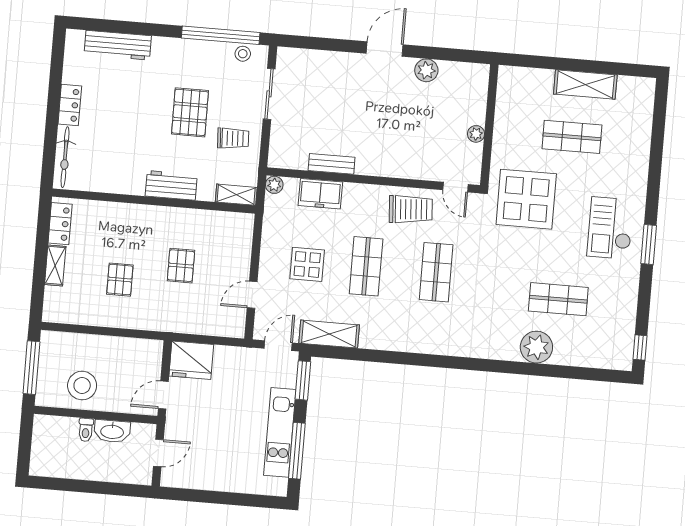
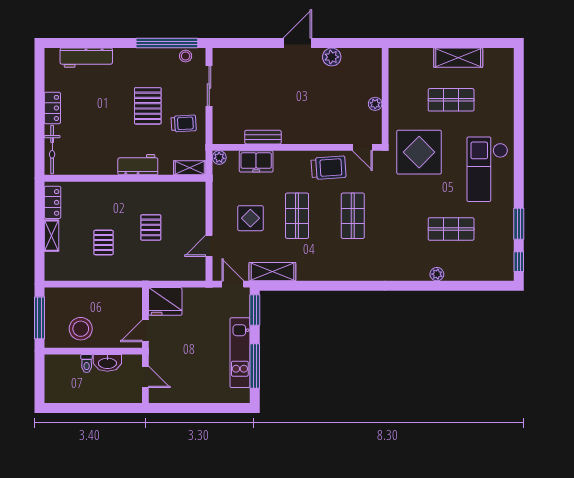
checkout: (610, 228) -> (487, 169), width x1.36, depth x1.21
window: (649, 244) -> (519, 224), moved
door: (278, 346) -> (233, 284), hinge flipped
plant: (536, 347) -> (437, 274), width x0.53, depth x0.53
door: (158, 453) -> (145, 377), hinge flipped

